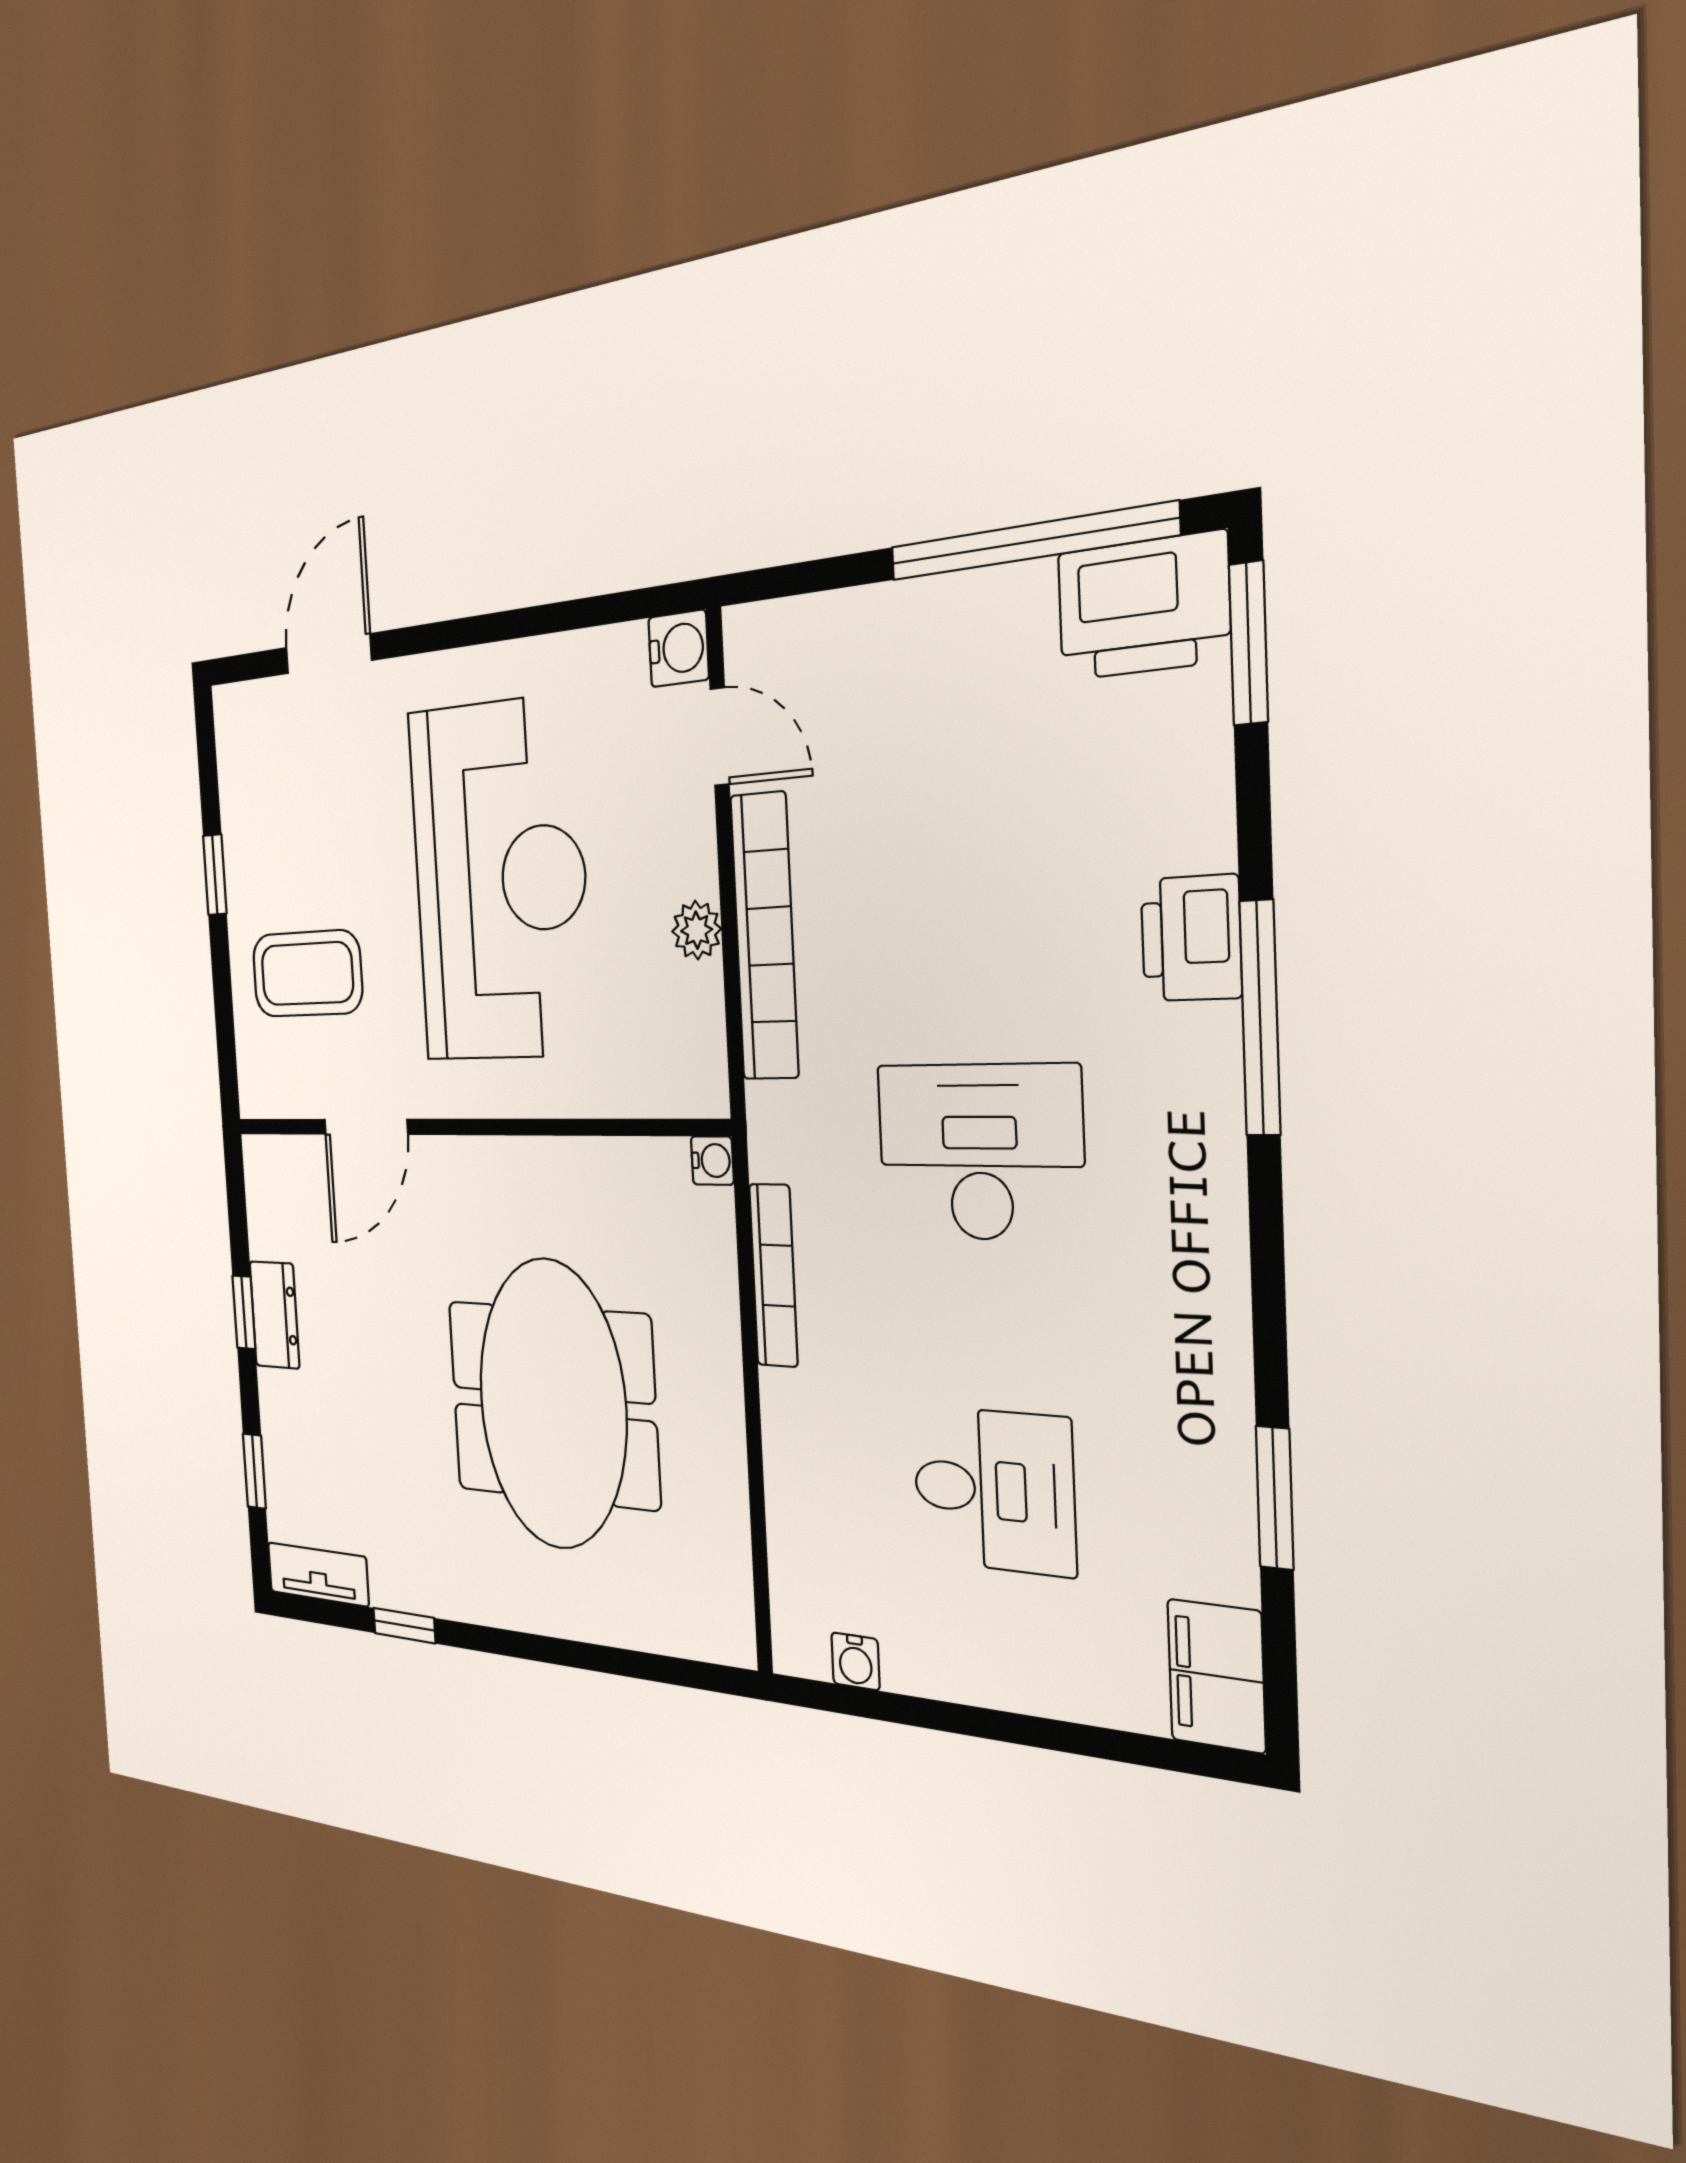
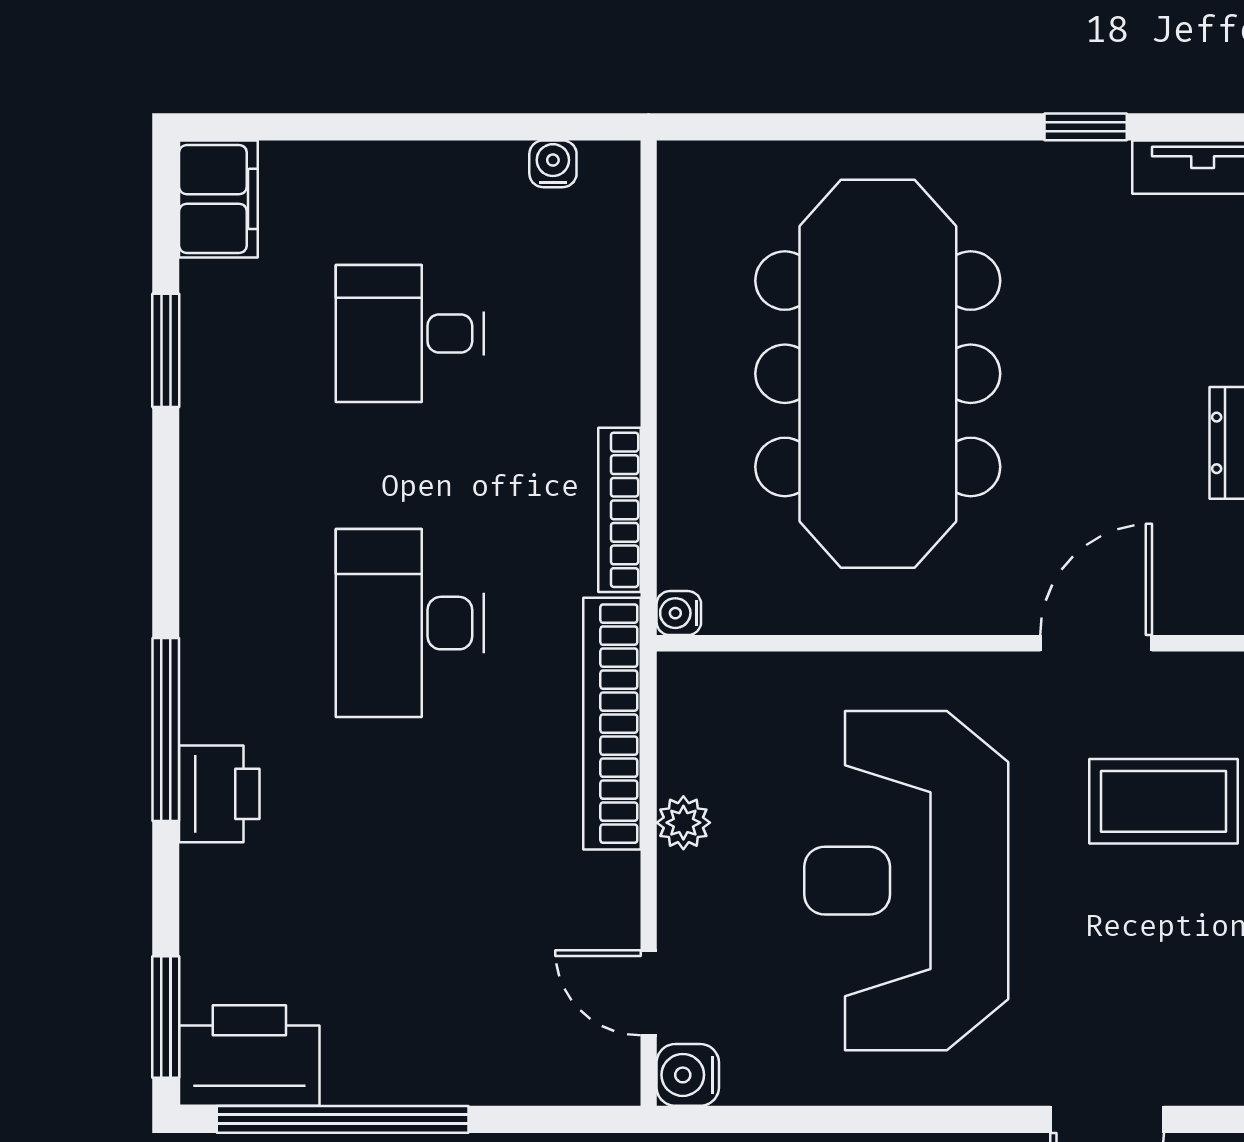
bookcase: (764, 936) -> (612, 724), moved
desk: (980, 1152) -> (410, 623), turned 90
meeting table: (552, 1404) -> (878, 374), width x1.36

